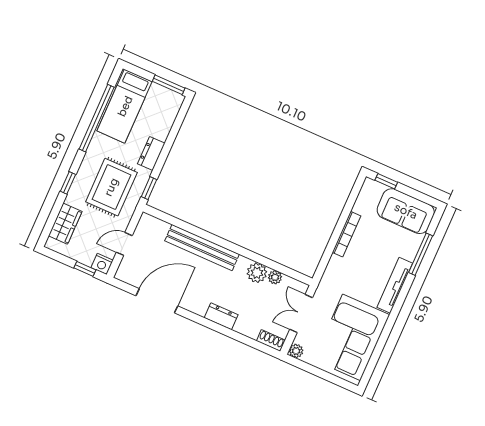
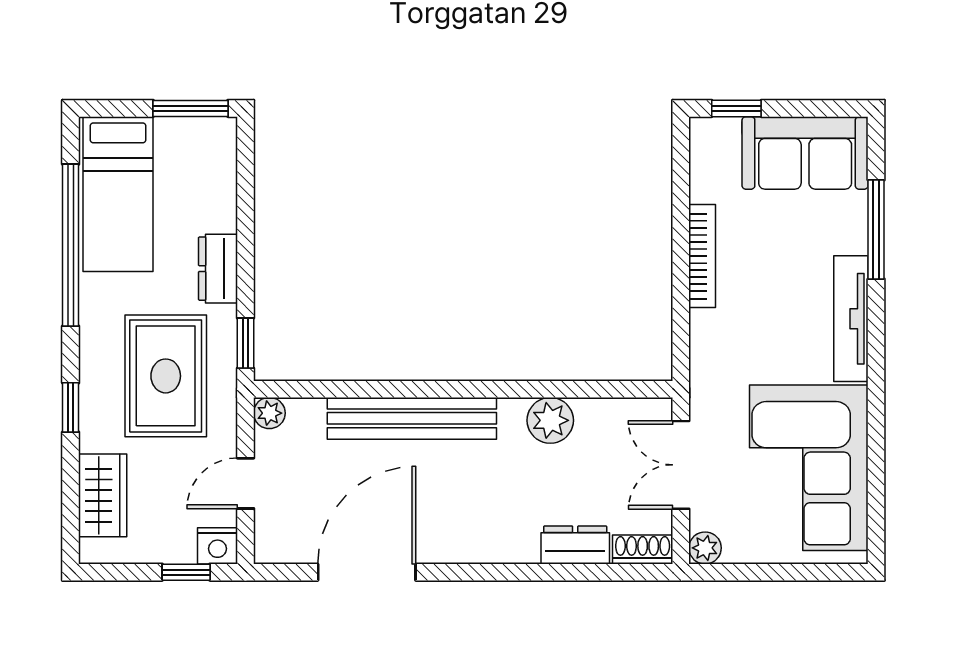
plant: (275, 277) -> (269, 413), moved
dresser: (221, 316) -> (575, 545), moved

